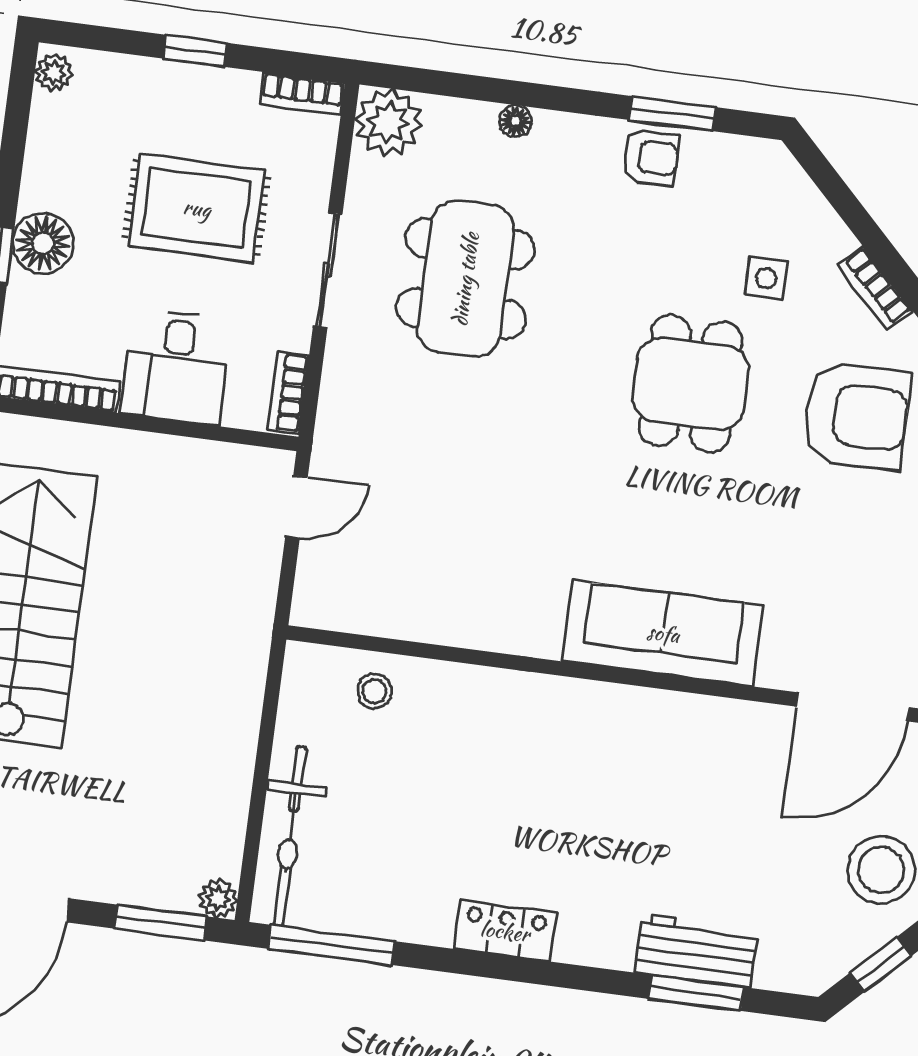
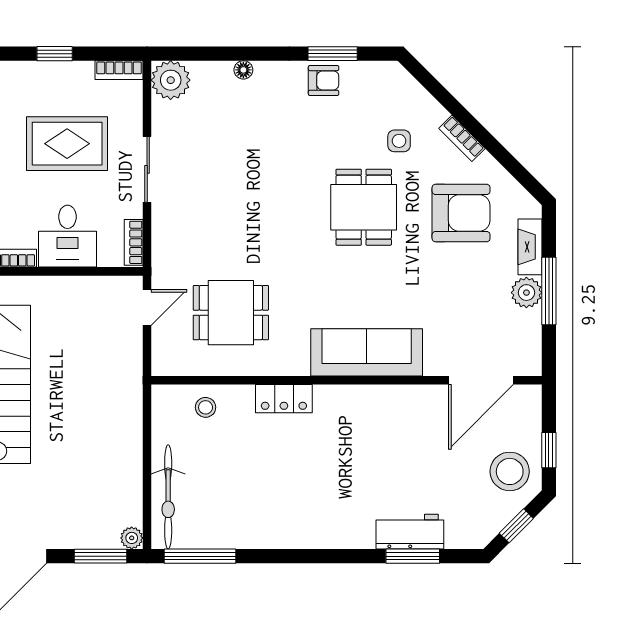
dining table: (465, 279) -> (231, 313), moved, width x0.73
locker: (505, 931) -> (284, 399), moved, turned 180

